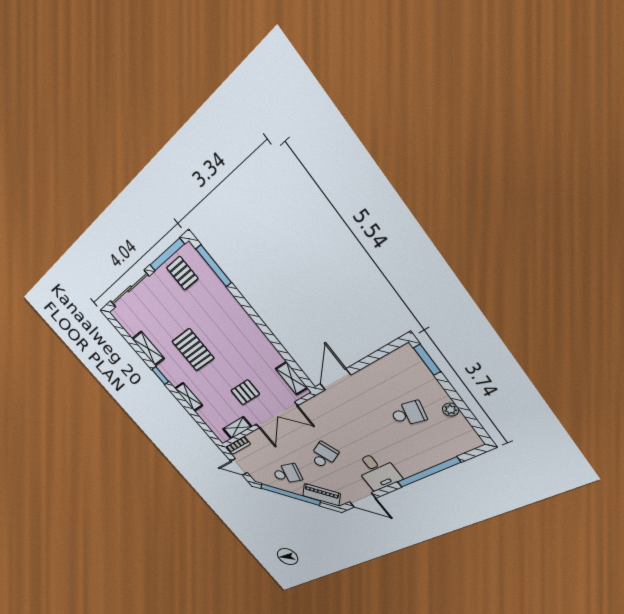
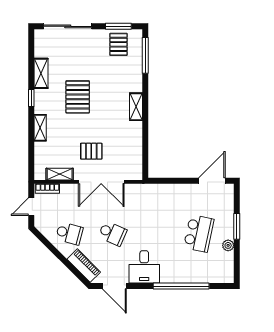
window: (167, 255) -> (118, 26), width x0.69
window: (427, 360) -> (237, 226), moved
shelving: (292, 378) -> (136, 107), moved
door: (335, 379) -> (212, 181), moved
school desk: (408, 414) -> (199, 233), width x1.85
school desk: (324, 455) -> (112, 233), turned 48
door: (239, 467) -> (31, 207), hinge flipped
window: (290, 495) -> (57, 253), removed

